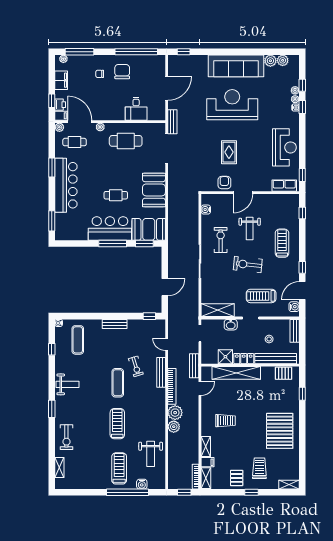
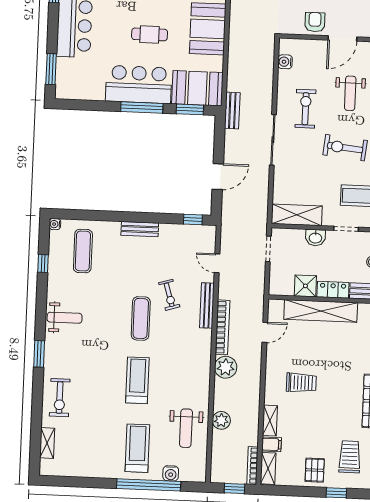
bench: (194, 366) -> (232, 110), moved
plant: (174, 427) -> (221, 420), moved

